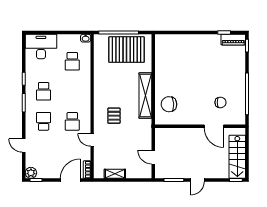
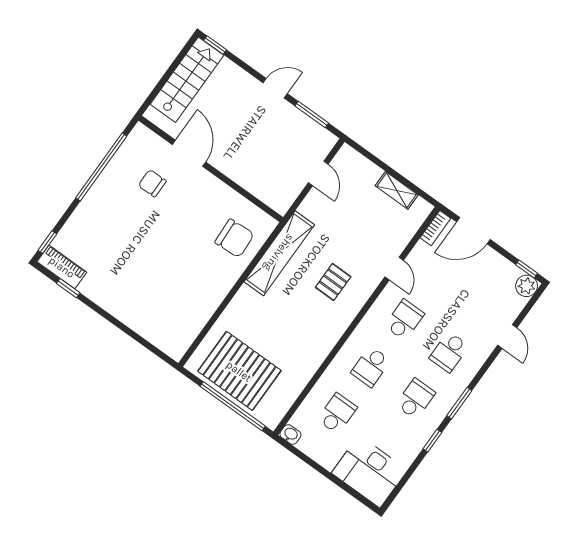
school desk: (72, 91) -> (371, 367), added
shelving: (145, 95) -> (279, 253), moved

